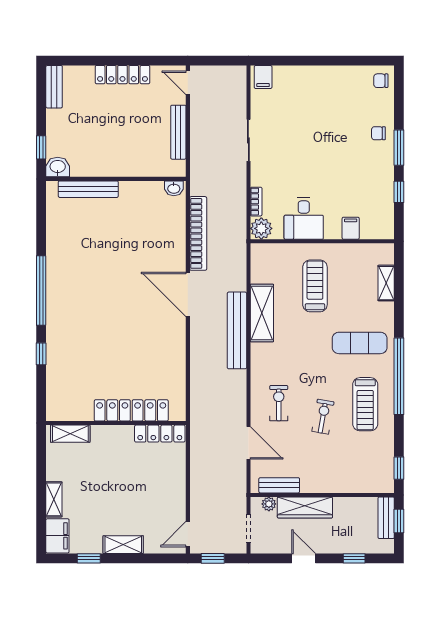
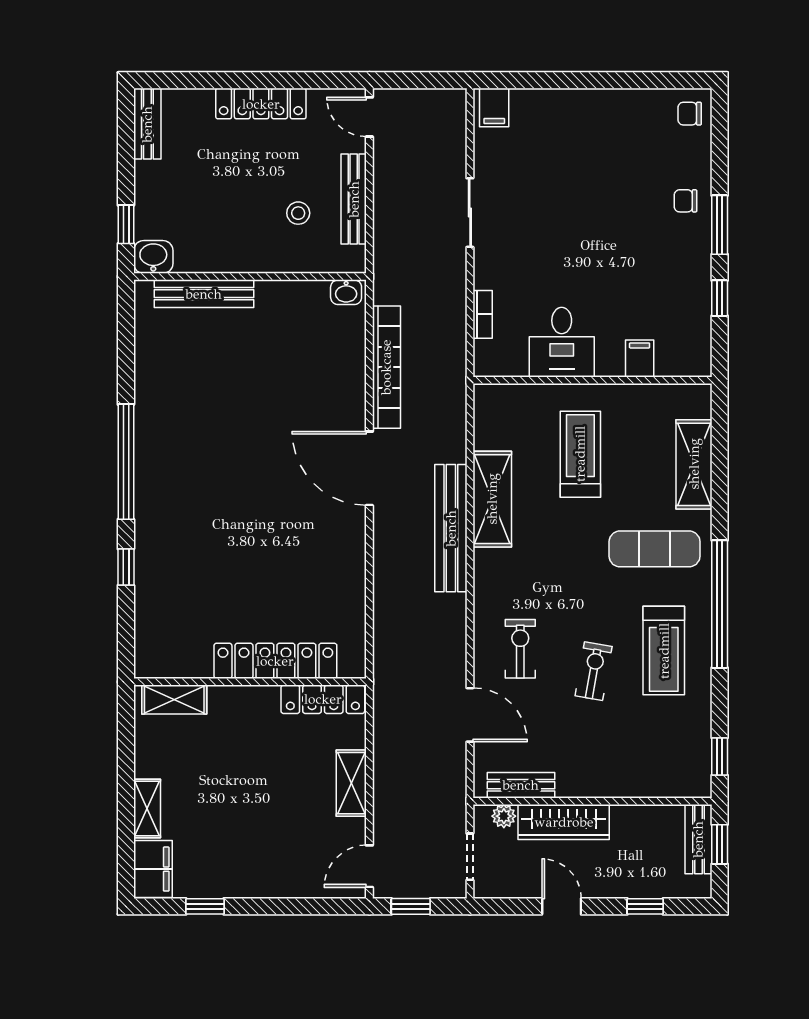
stool: (145, 141) -> (298, 213), added
plant: (261, 228) -> (491, 359), removed
shelving: (386, 283) -> (694, 464), width x1.50, depth x1.33
shelving: (123, 545) -> (351, 783), moved, turned 90

